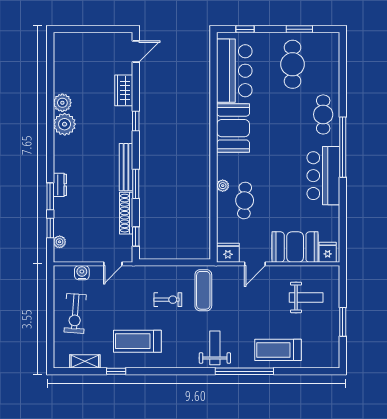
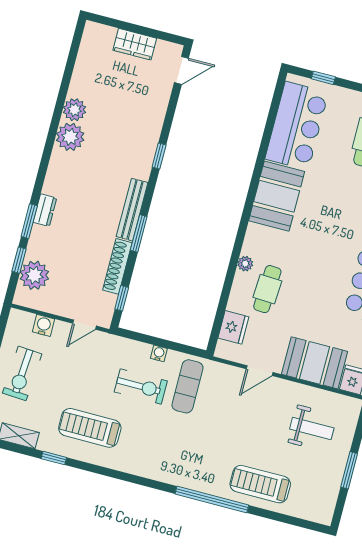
wardrobe: (124, 90) -> (135, 44), moved, turned -90
plant: (60, 242) -> (34, 275), width x1.87, depth x1.87
fridge: (228, 253) -> (233, 327), moved, turned 90
water cooler: (175, 271) -> (159, 353), added
exercise bike: (168, 300) -> (141, 386), width x1.38, depth x1.39
weight bench: (215, 348) -> (183, 461), removed

